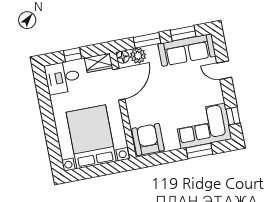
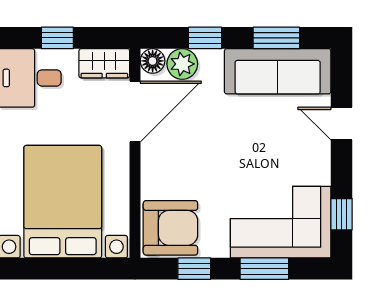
window: (147, 40) -> (205, 38), width x0.67
armchair: (148, 139) -> (170, 228), turned 90
window: (164, 158) -> (194, 269), added

